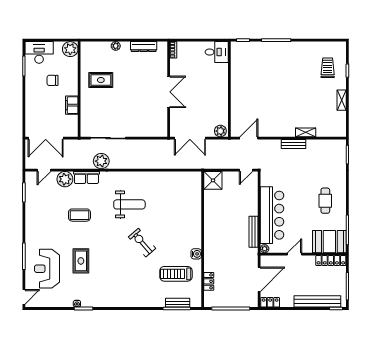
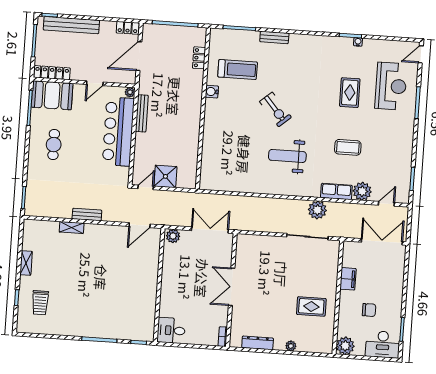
shower: (213, 180) -> (165, 176), moved
bench: (178, 303) -> (274, 37), moved

